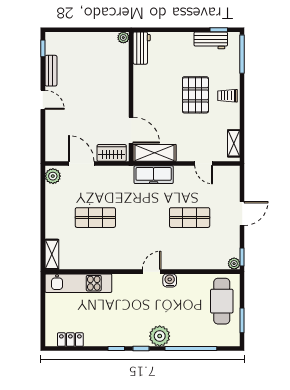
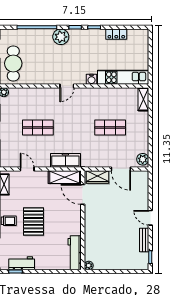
workbench: (142, 48) -> (75, 253), width x1.38
water cooler: (170, 280) -> (92, 79), moved
locker: (70, 340) -> (116, 34), moved

